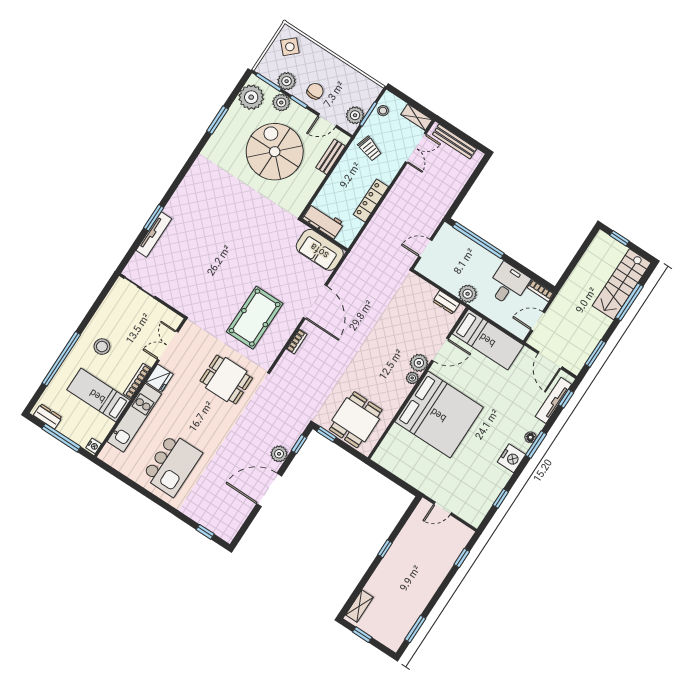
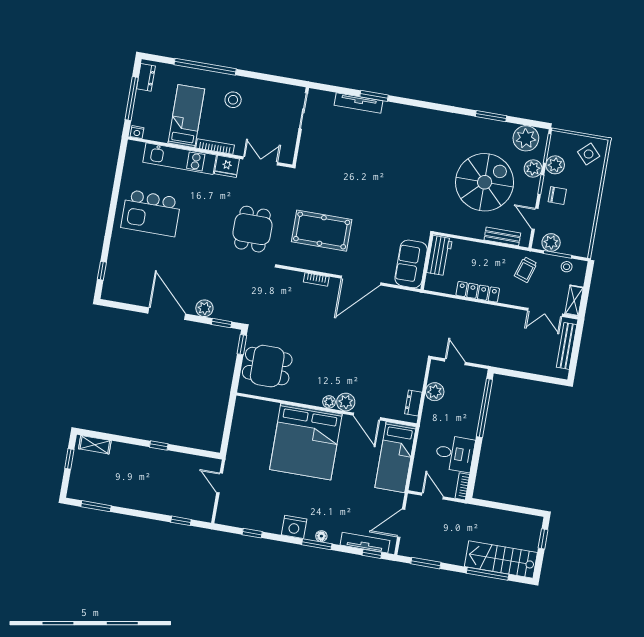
plant: (468, 294) -> (435, 392), moved

